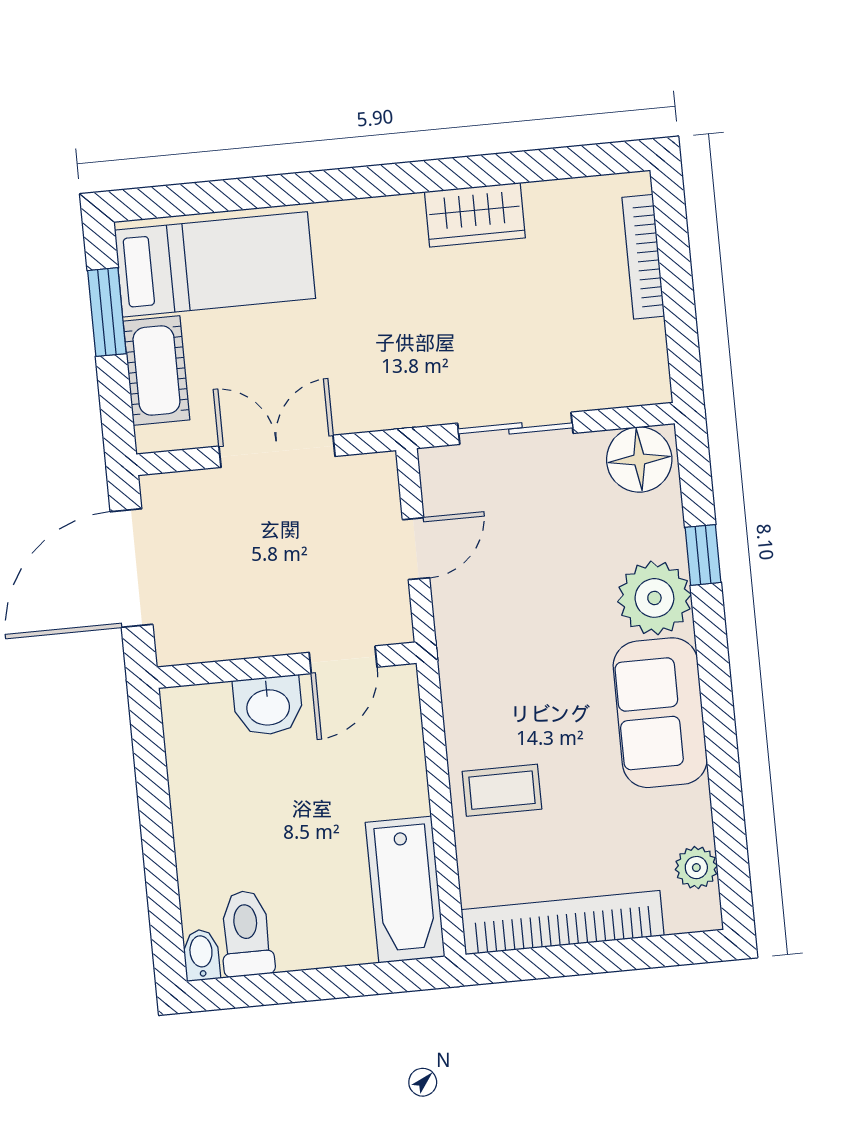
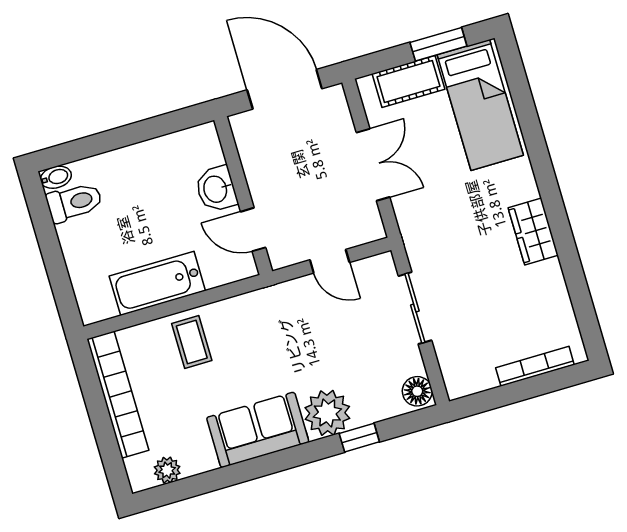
wardrobe: (475, 215) -> (533, 232), moved
floor lamp: (639, 459) -> (417, 391), width x0.73, depth x0.73
bathtub: (405, 890) -> (157, 283), moved

